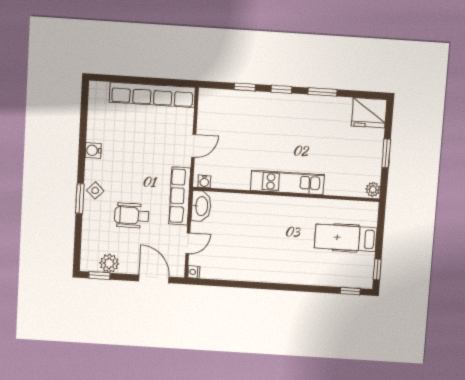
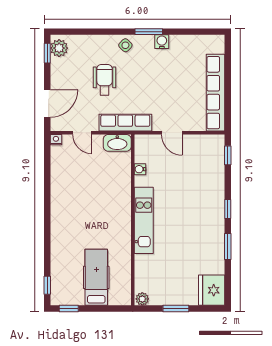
window: (245, 87) -> (228, 155), moved
water cooler: (204, 181) -> (140, 169), moved
window: (80, 199) -> (149, 32), moved
plant: (109, 263) -> (59, 48), moved

